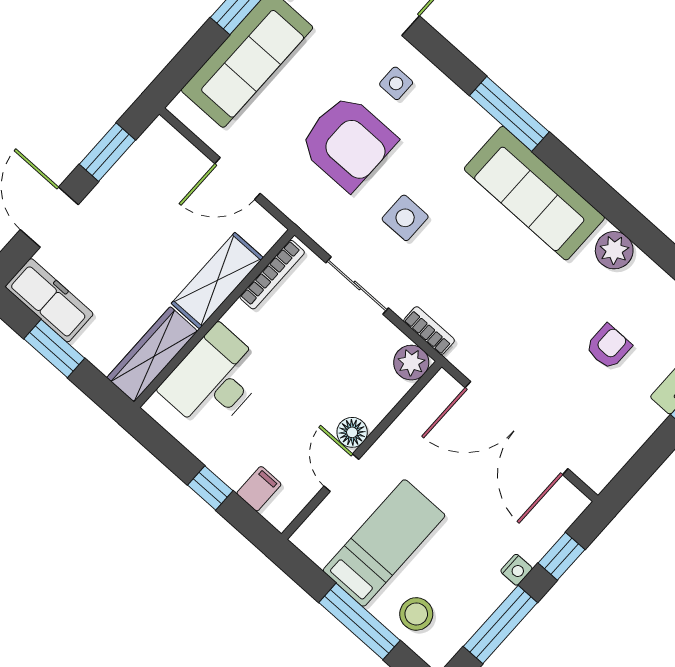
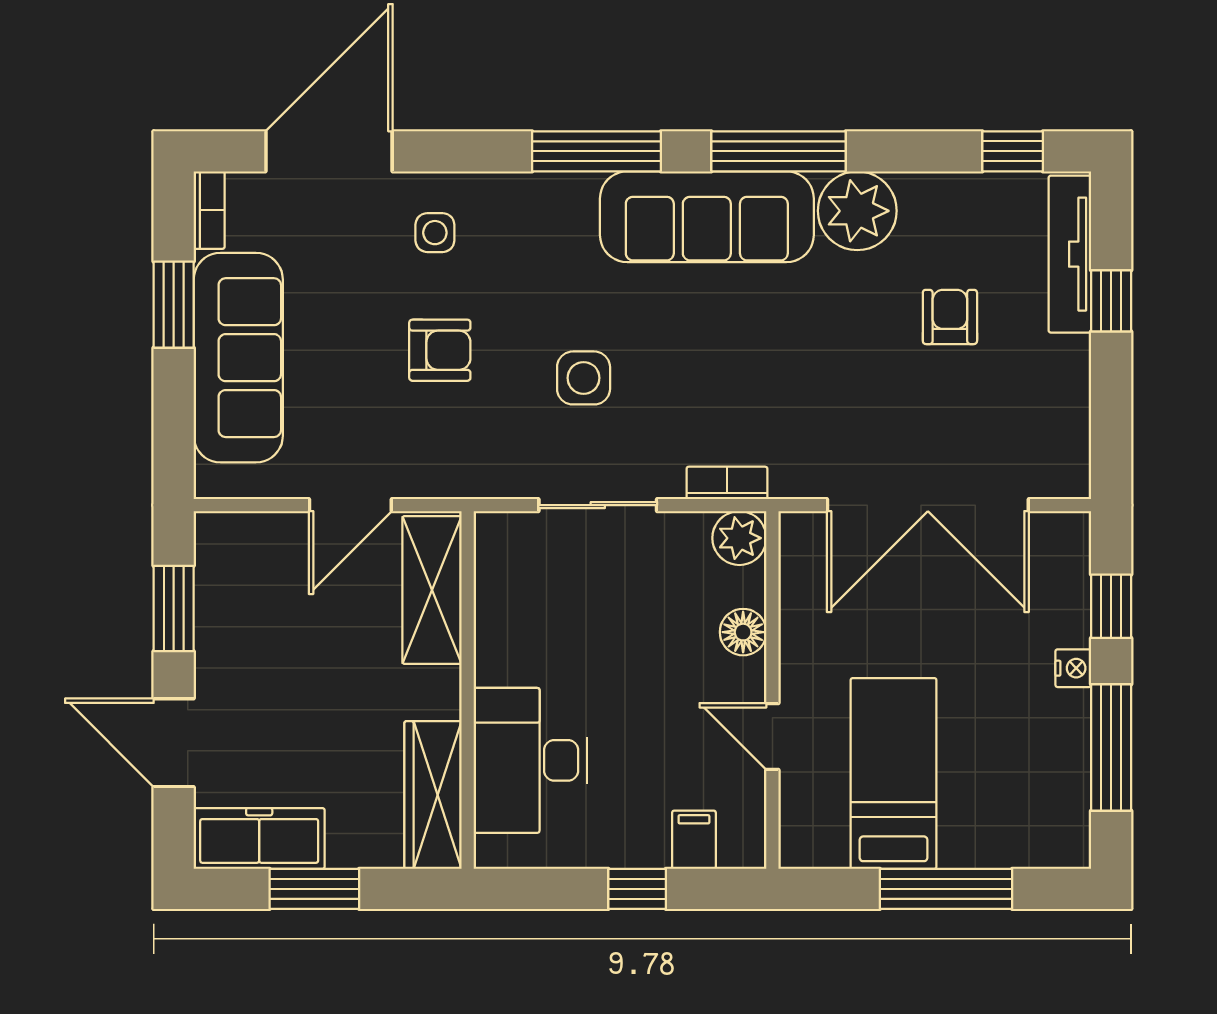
armchair: (348, 142) -> (440, 350), width x0.53, depth x0.53
window: (597, 193) -> (779, 151), added
plant: (614, 250) -> (857, 211), width x1.36, depth x1.36
bookcase: (272, 275) -> (489, 580), removed
shelving: (217, 281) -> (432, 590), moved
floor lamp: (352, 432) -> (743, 632), moved
stool: (416, 614) -> (1004, 822), removed

